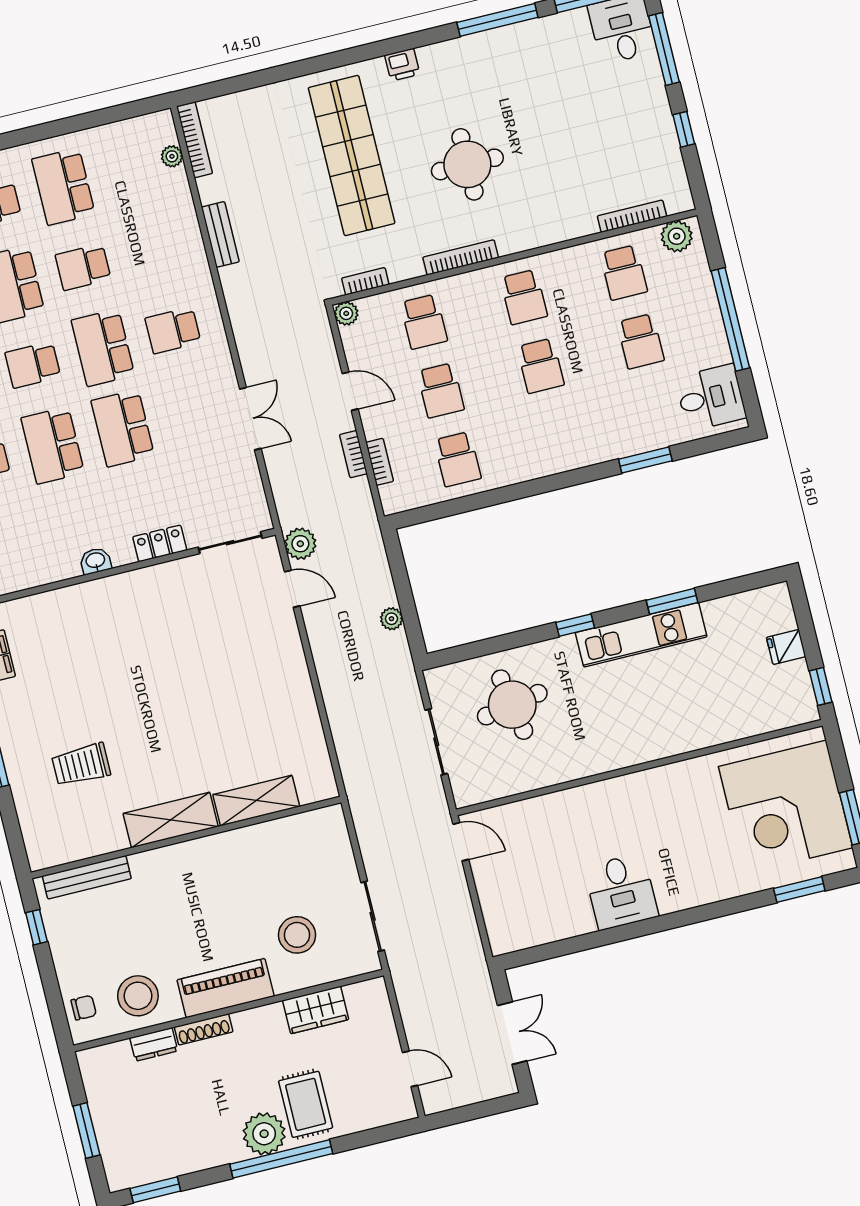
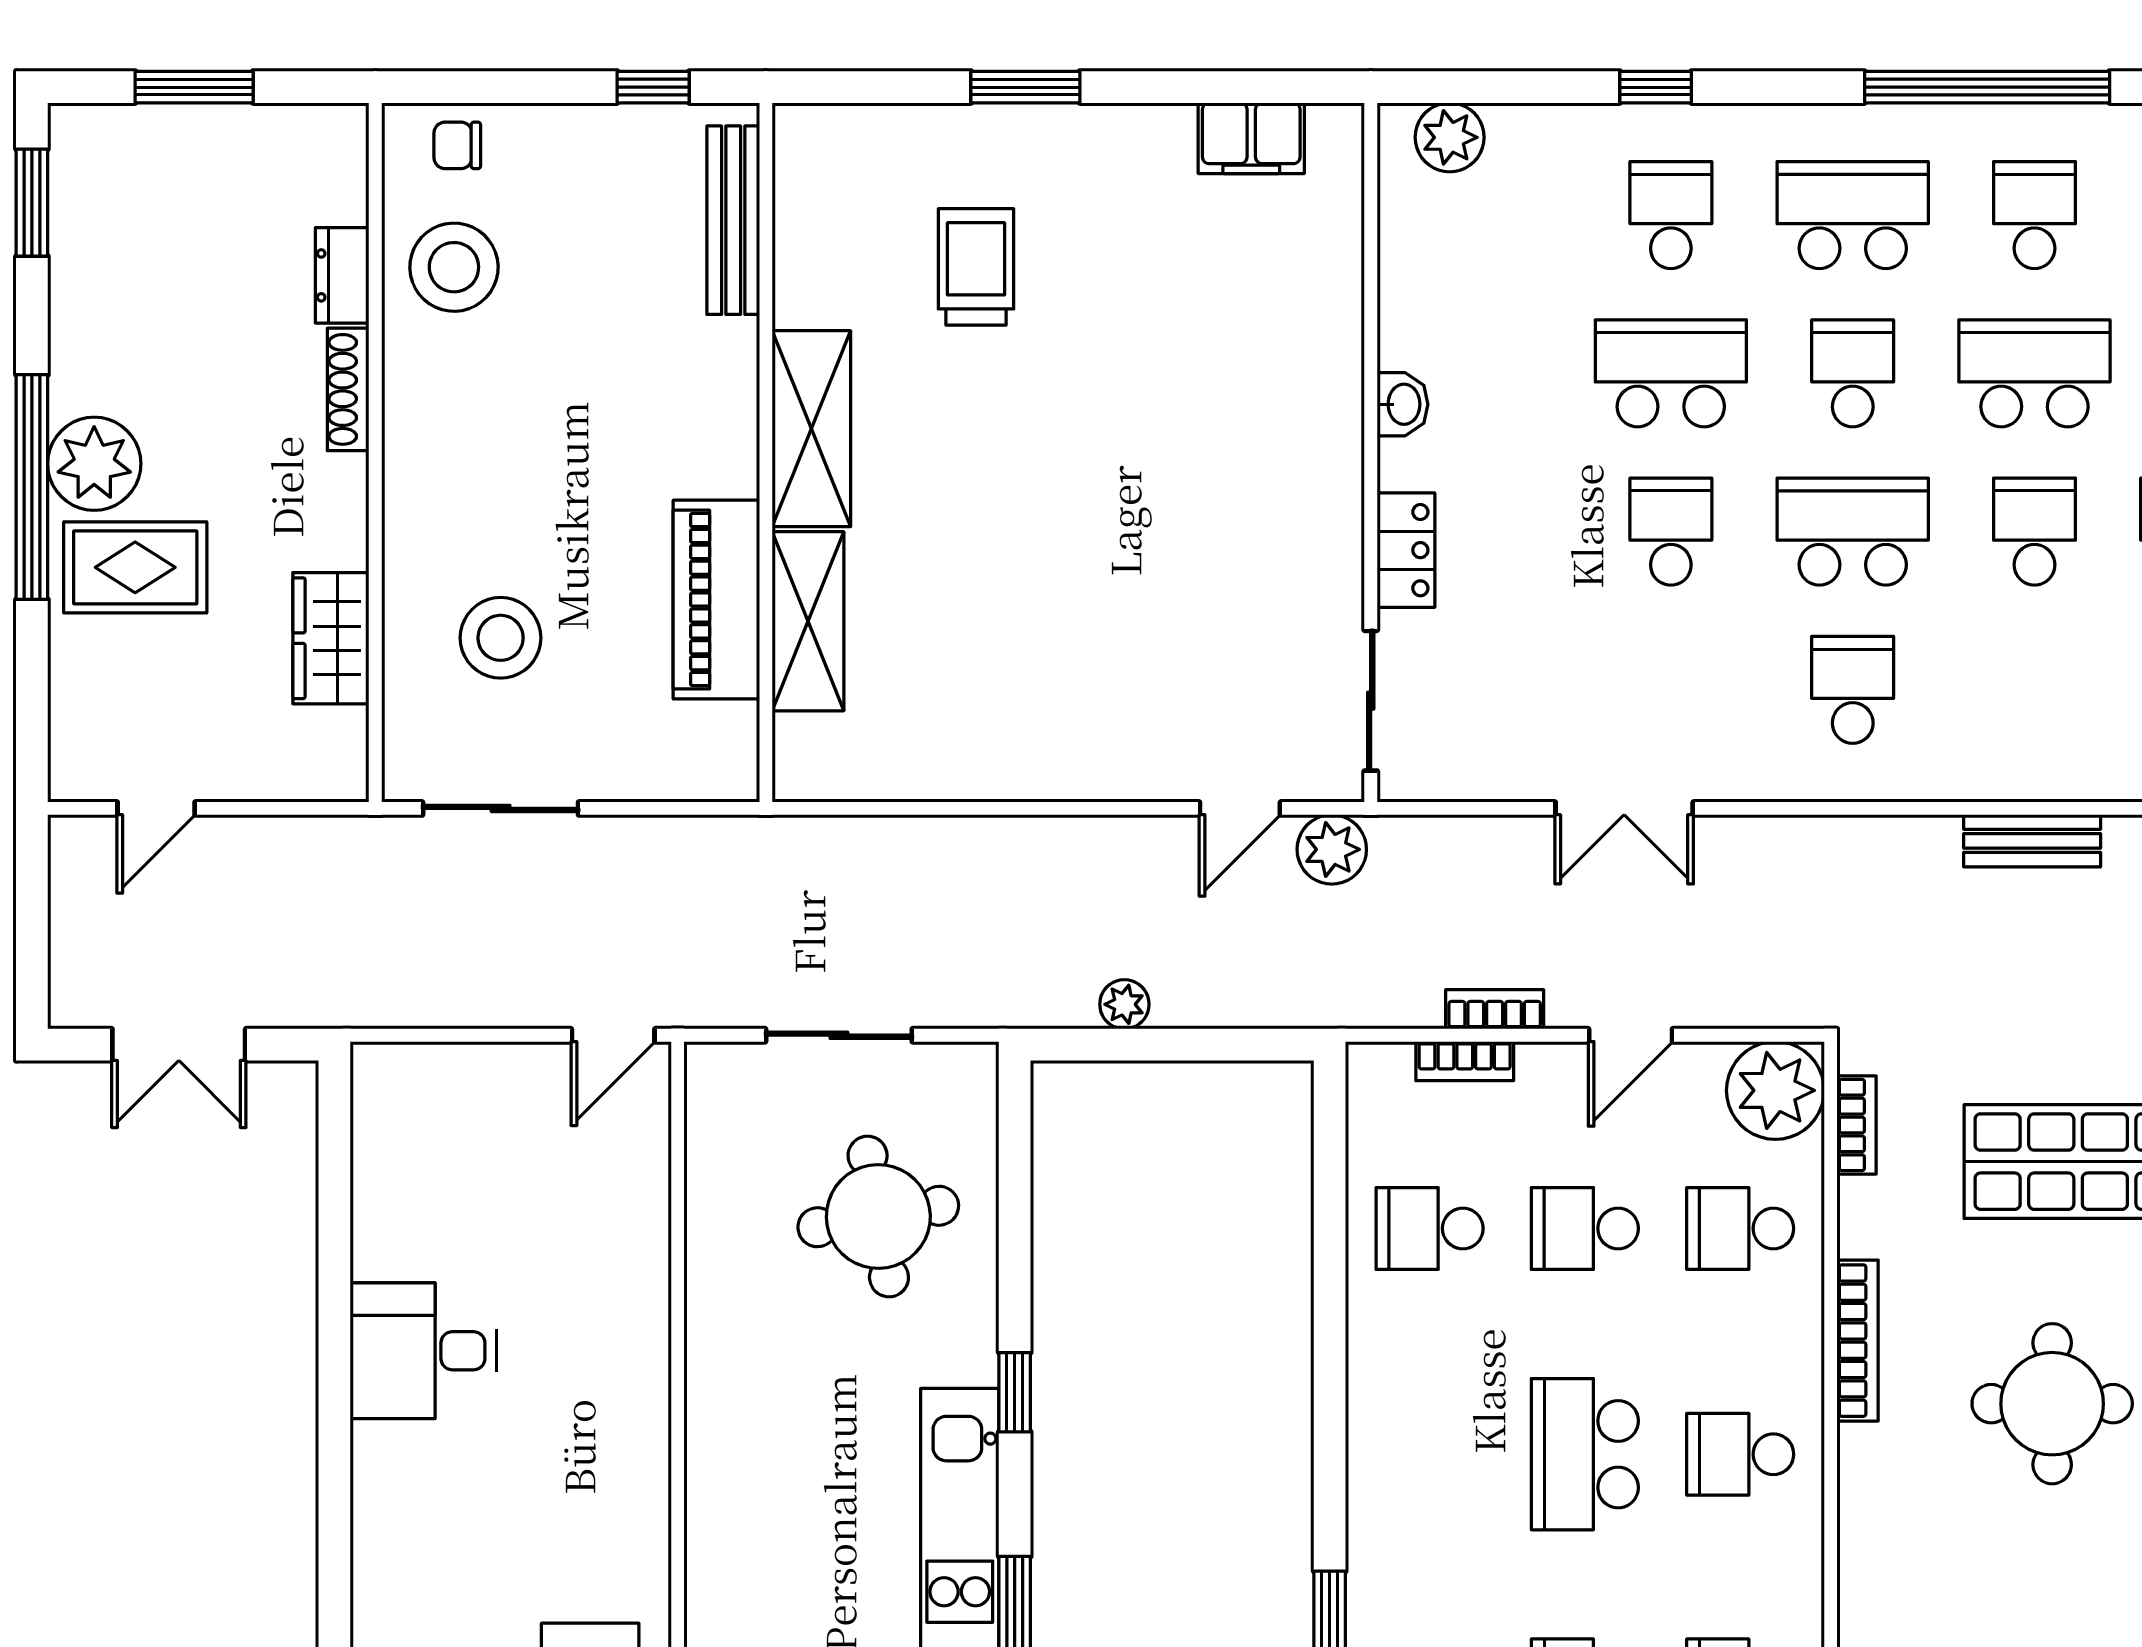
plant: (346, 313) -> (1775, 1090), width x1.88, depth x1.88
school desk: (541, 366) -> (1585, 1454), width x1.85
school desk: (123, 428) -> (1671, 532), width x0.54
piano: (226, 988) -> (716, 600), moved, turned 180
chair: (84, 1008) -> (457, 145), turned 90

